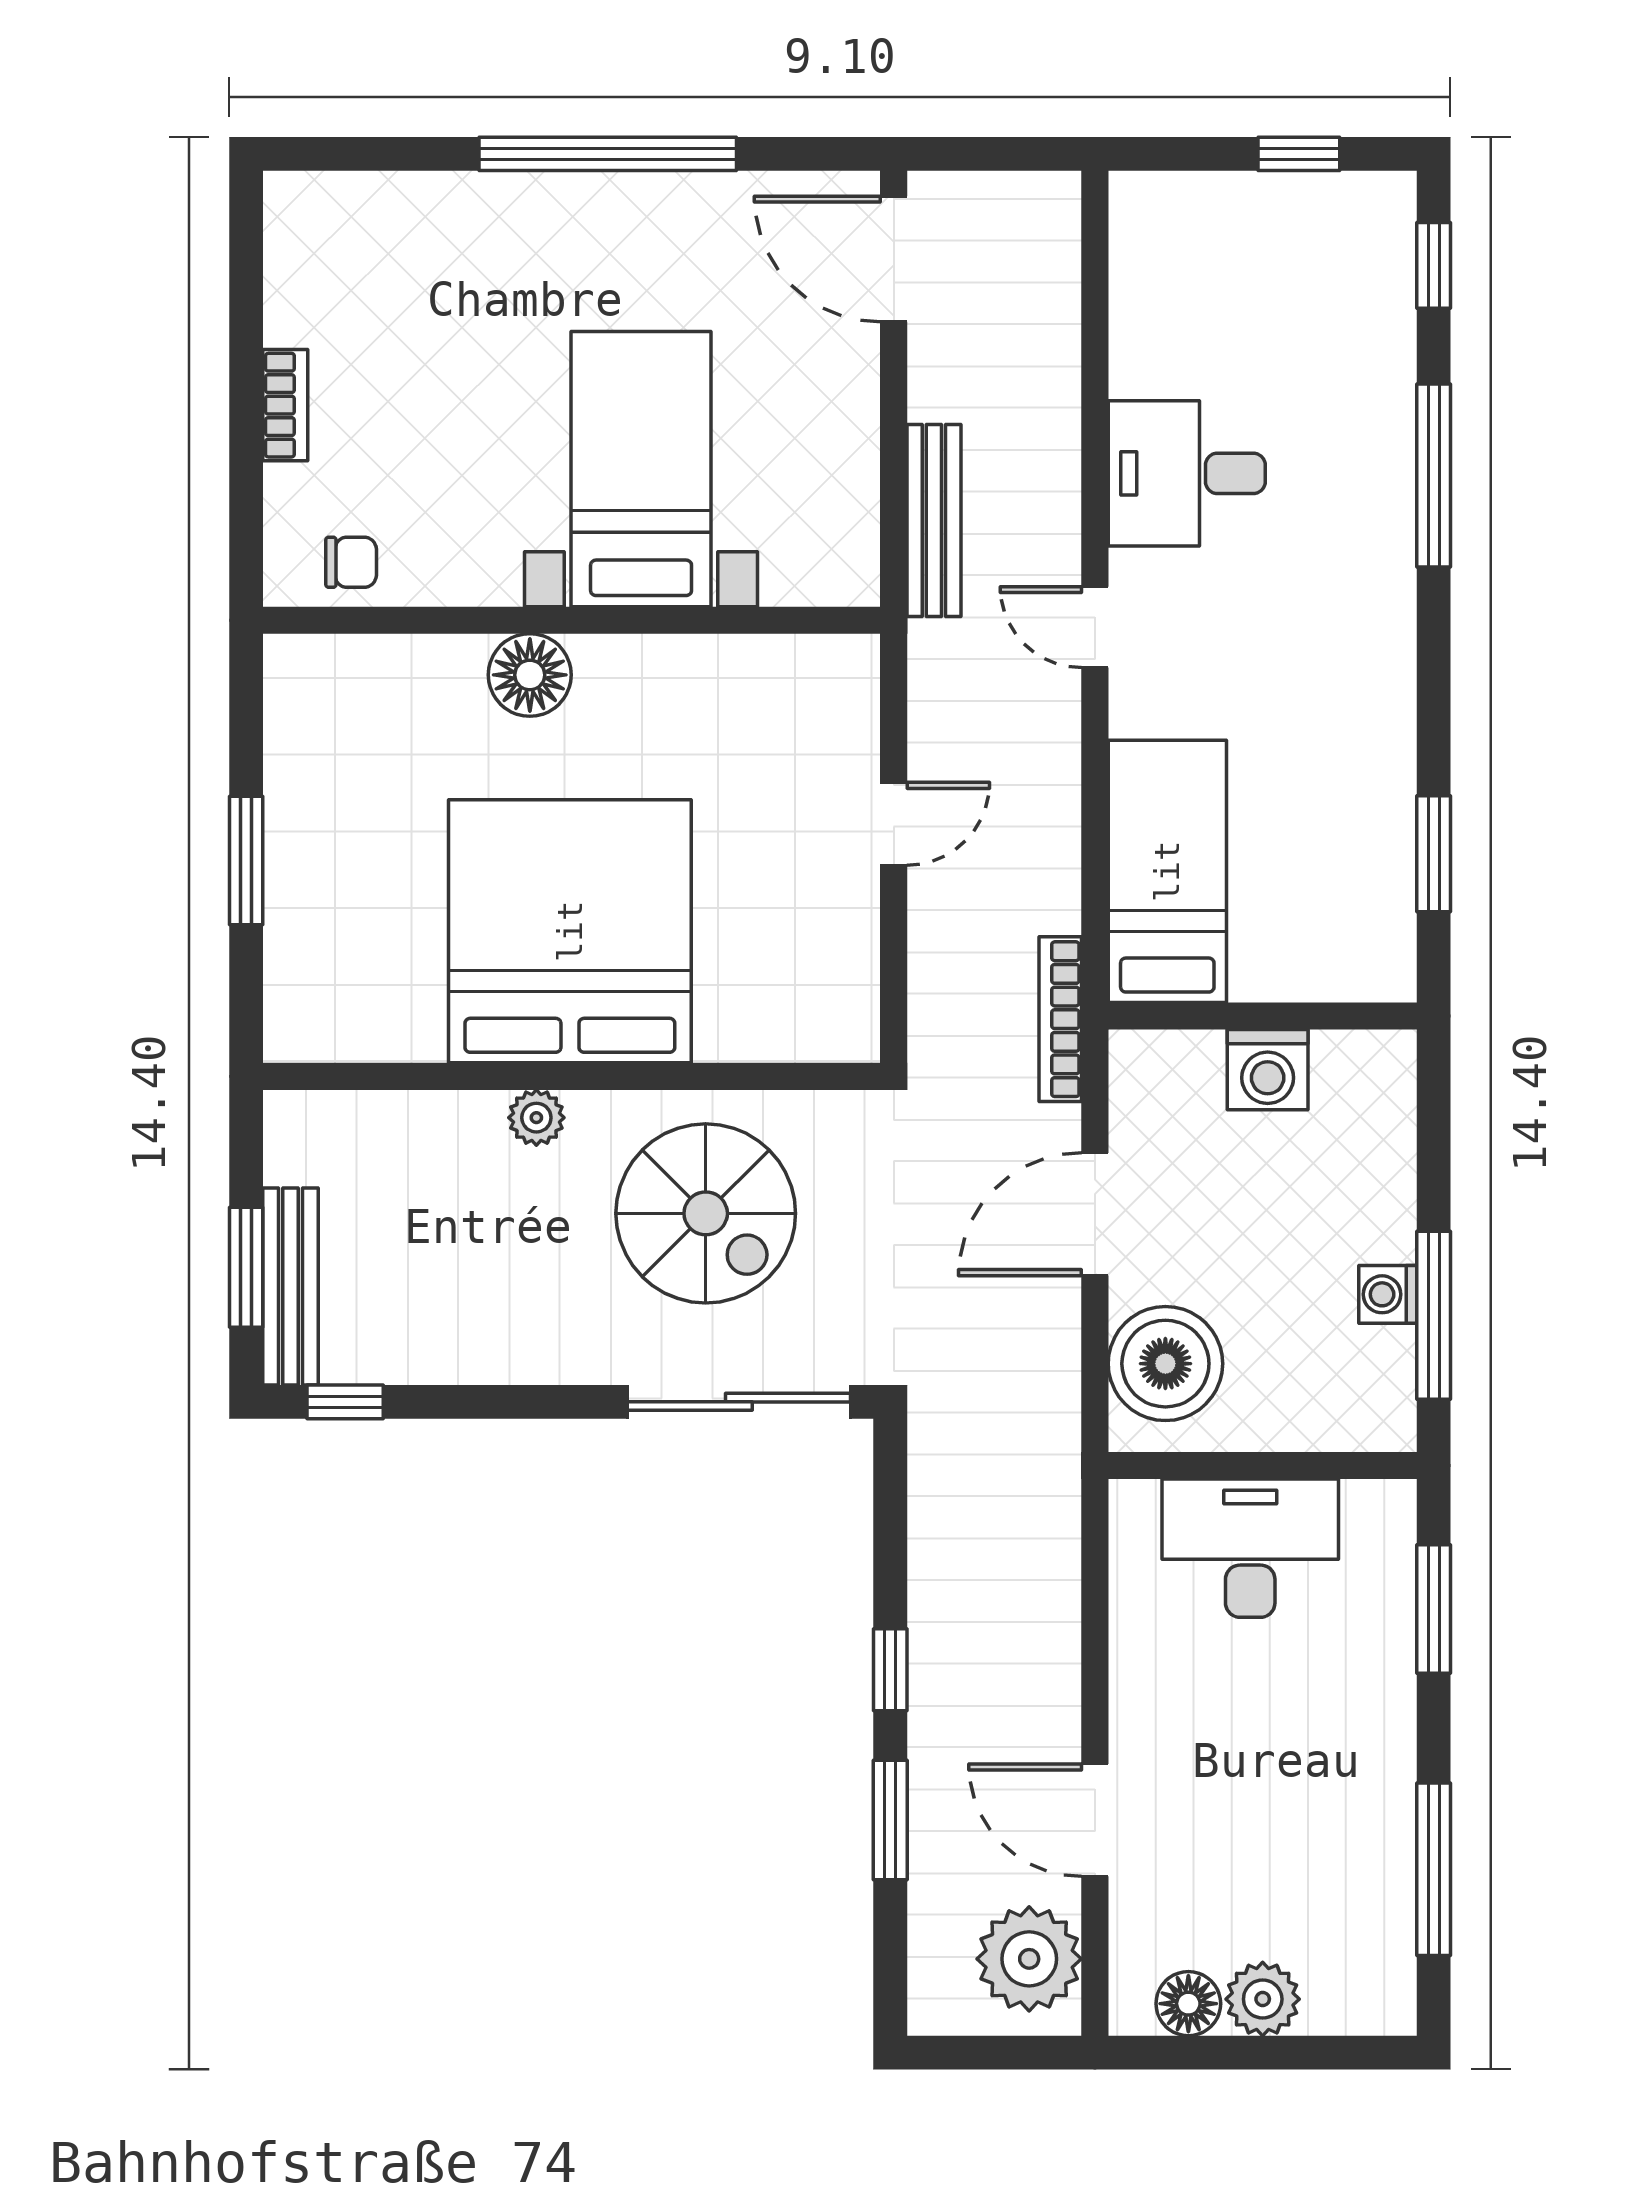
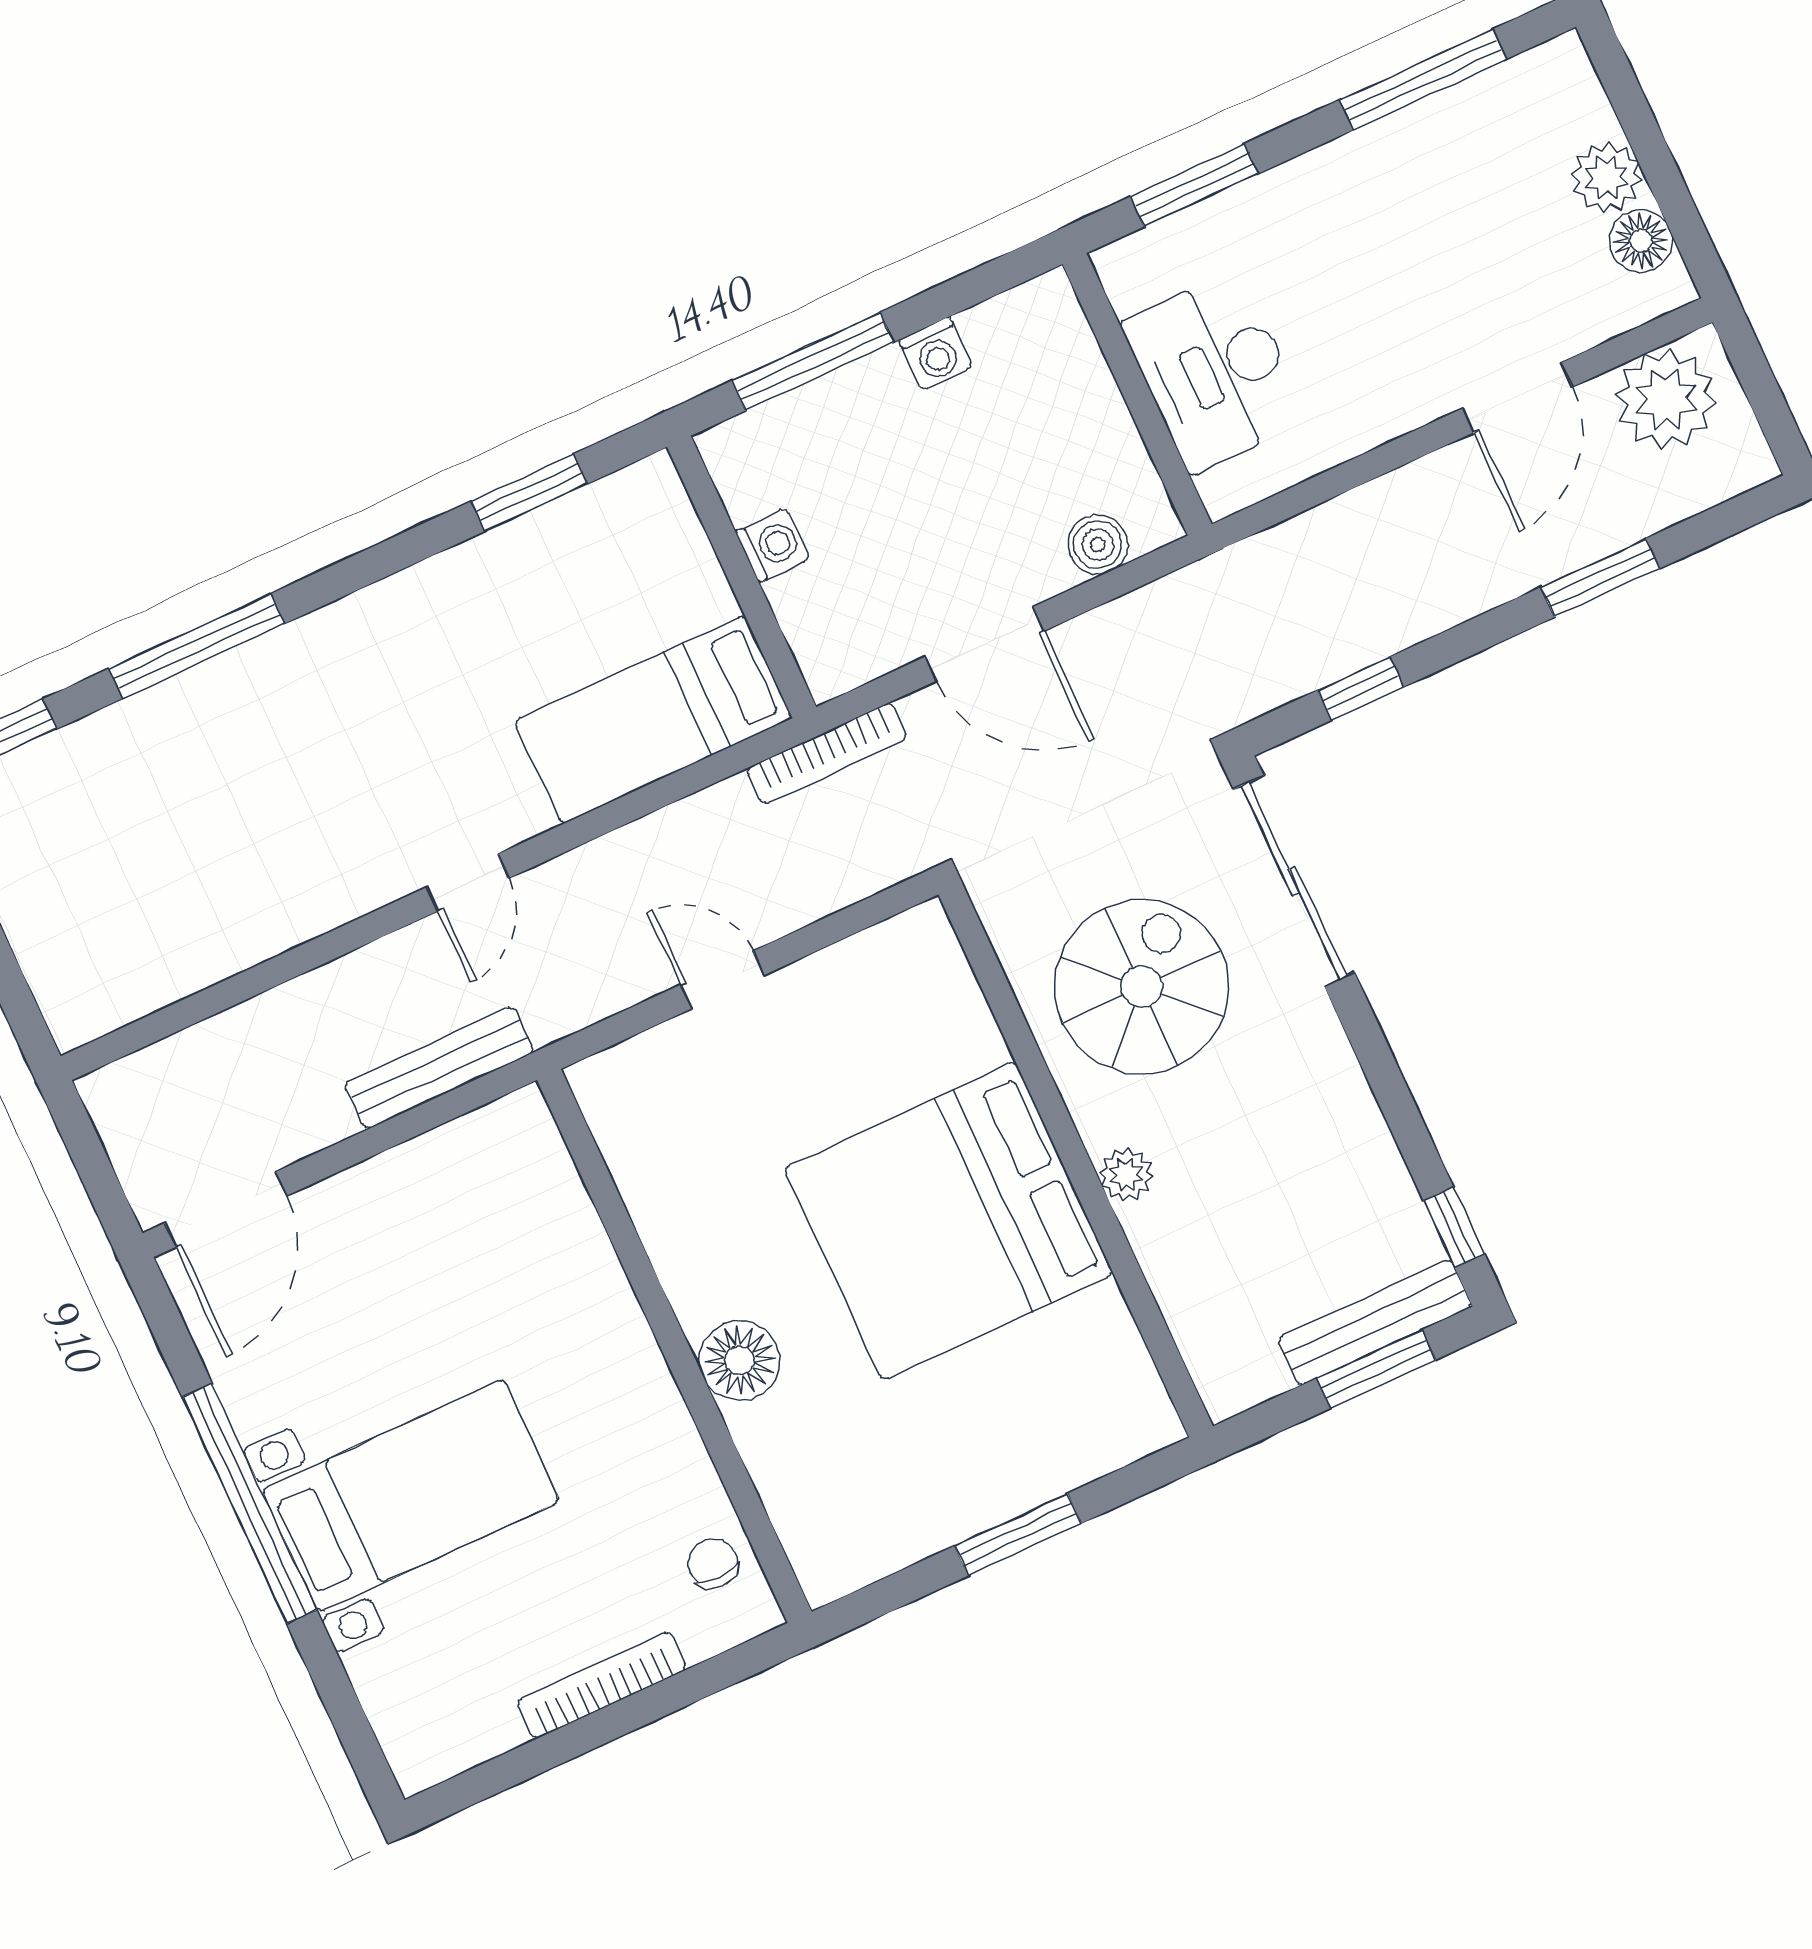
bookcase: (285, 405) -> (602, 1685), width x1.56
bed with nightstands: (641, 469) -> (411, 1495), moved, turned 180
desk: (1187, 473) -> (295, 864), removed
washing machine: (1268, 1070) -> (773, 545), width x0.73, depth x0.73
window: (1434, 1315) -> (813, 361), moved
boiler: (1165, 1364) -> (1098, 544), width x0.54, depth x0.54
window: (890, 1670) -> (1361, 689), moved

